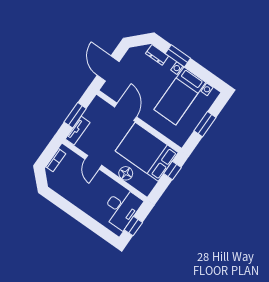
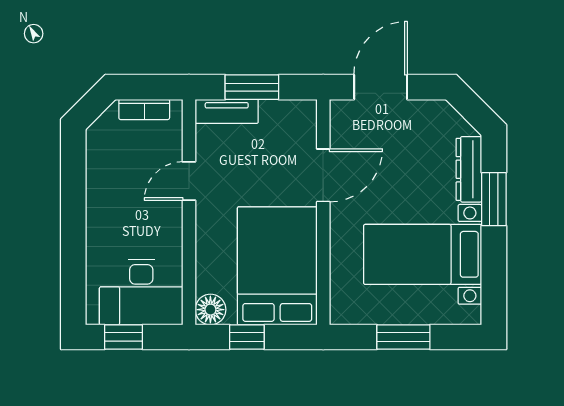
dresser: (157, 55) -> (469, 169), width x1.44
window: (172, 170) -> (247, 337), moved
floor lamp: (126, 173) -> (210, 310), moved

